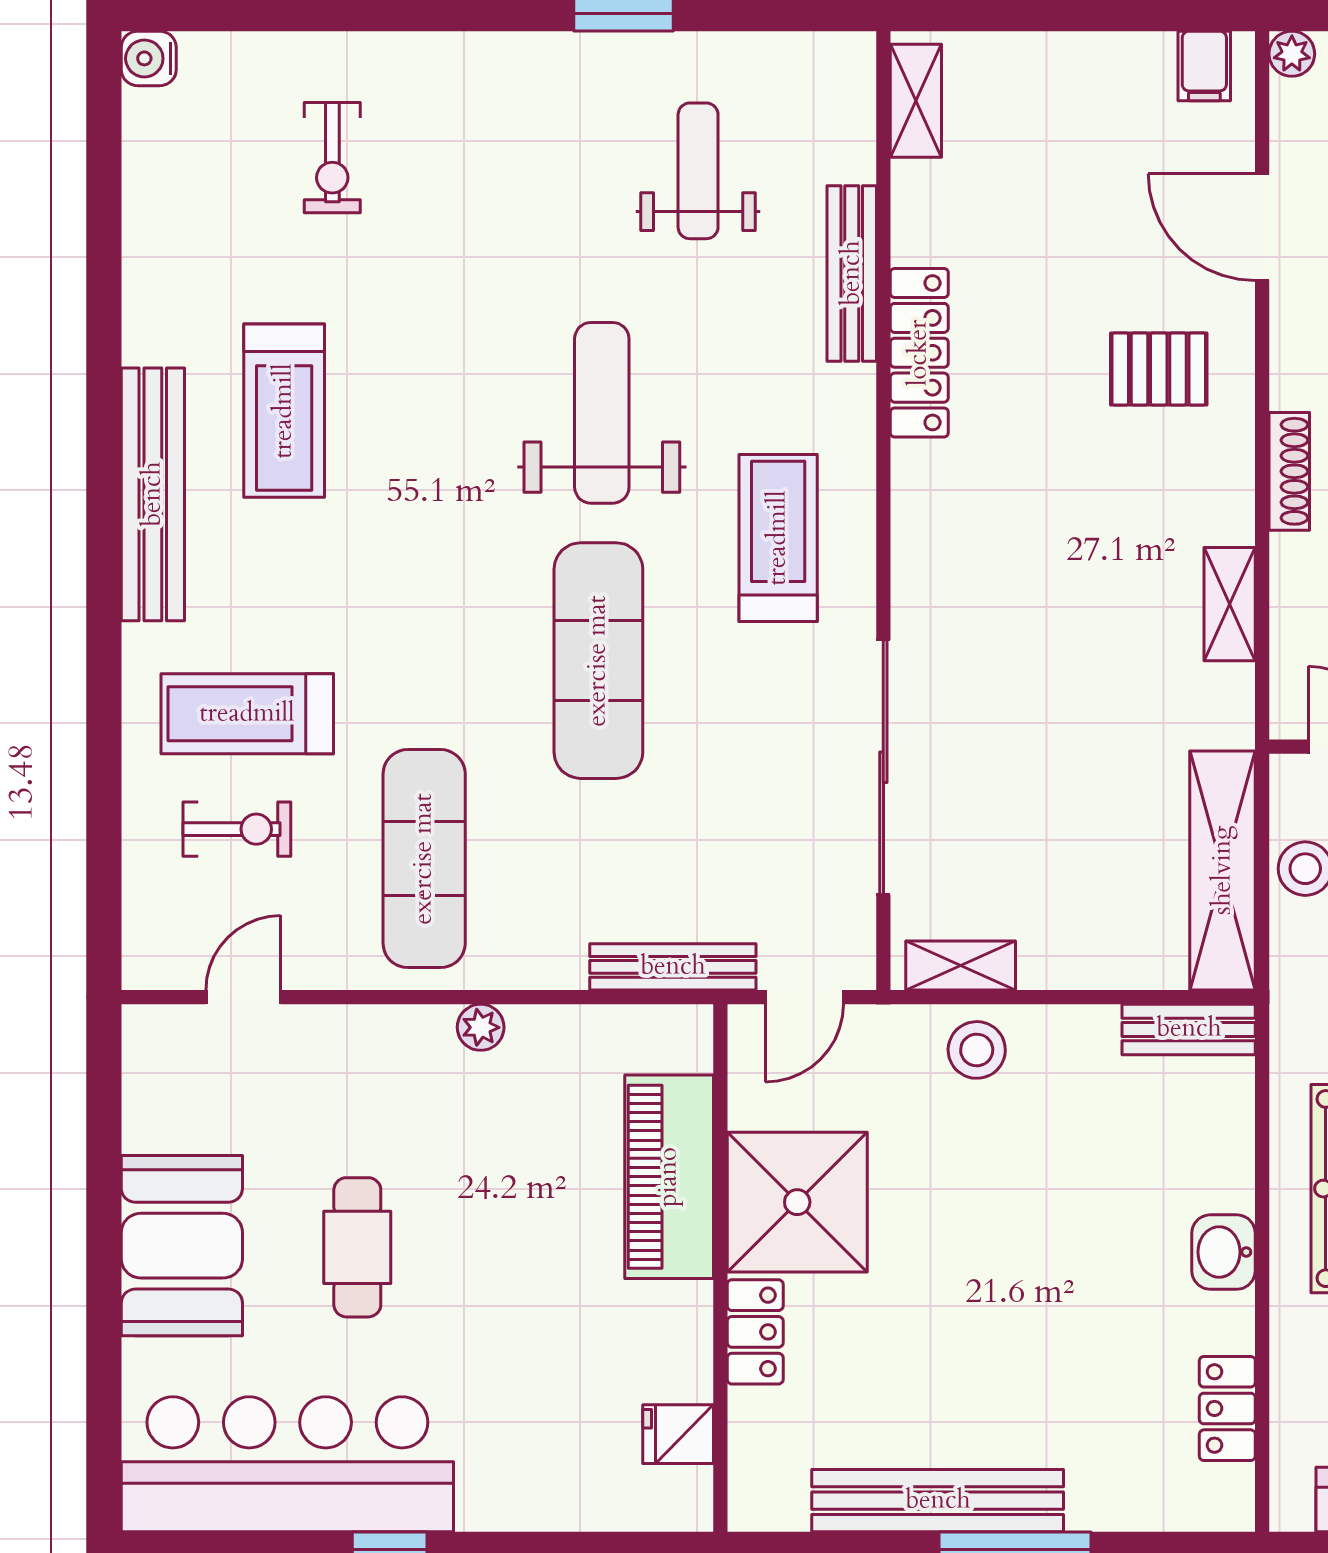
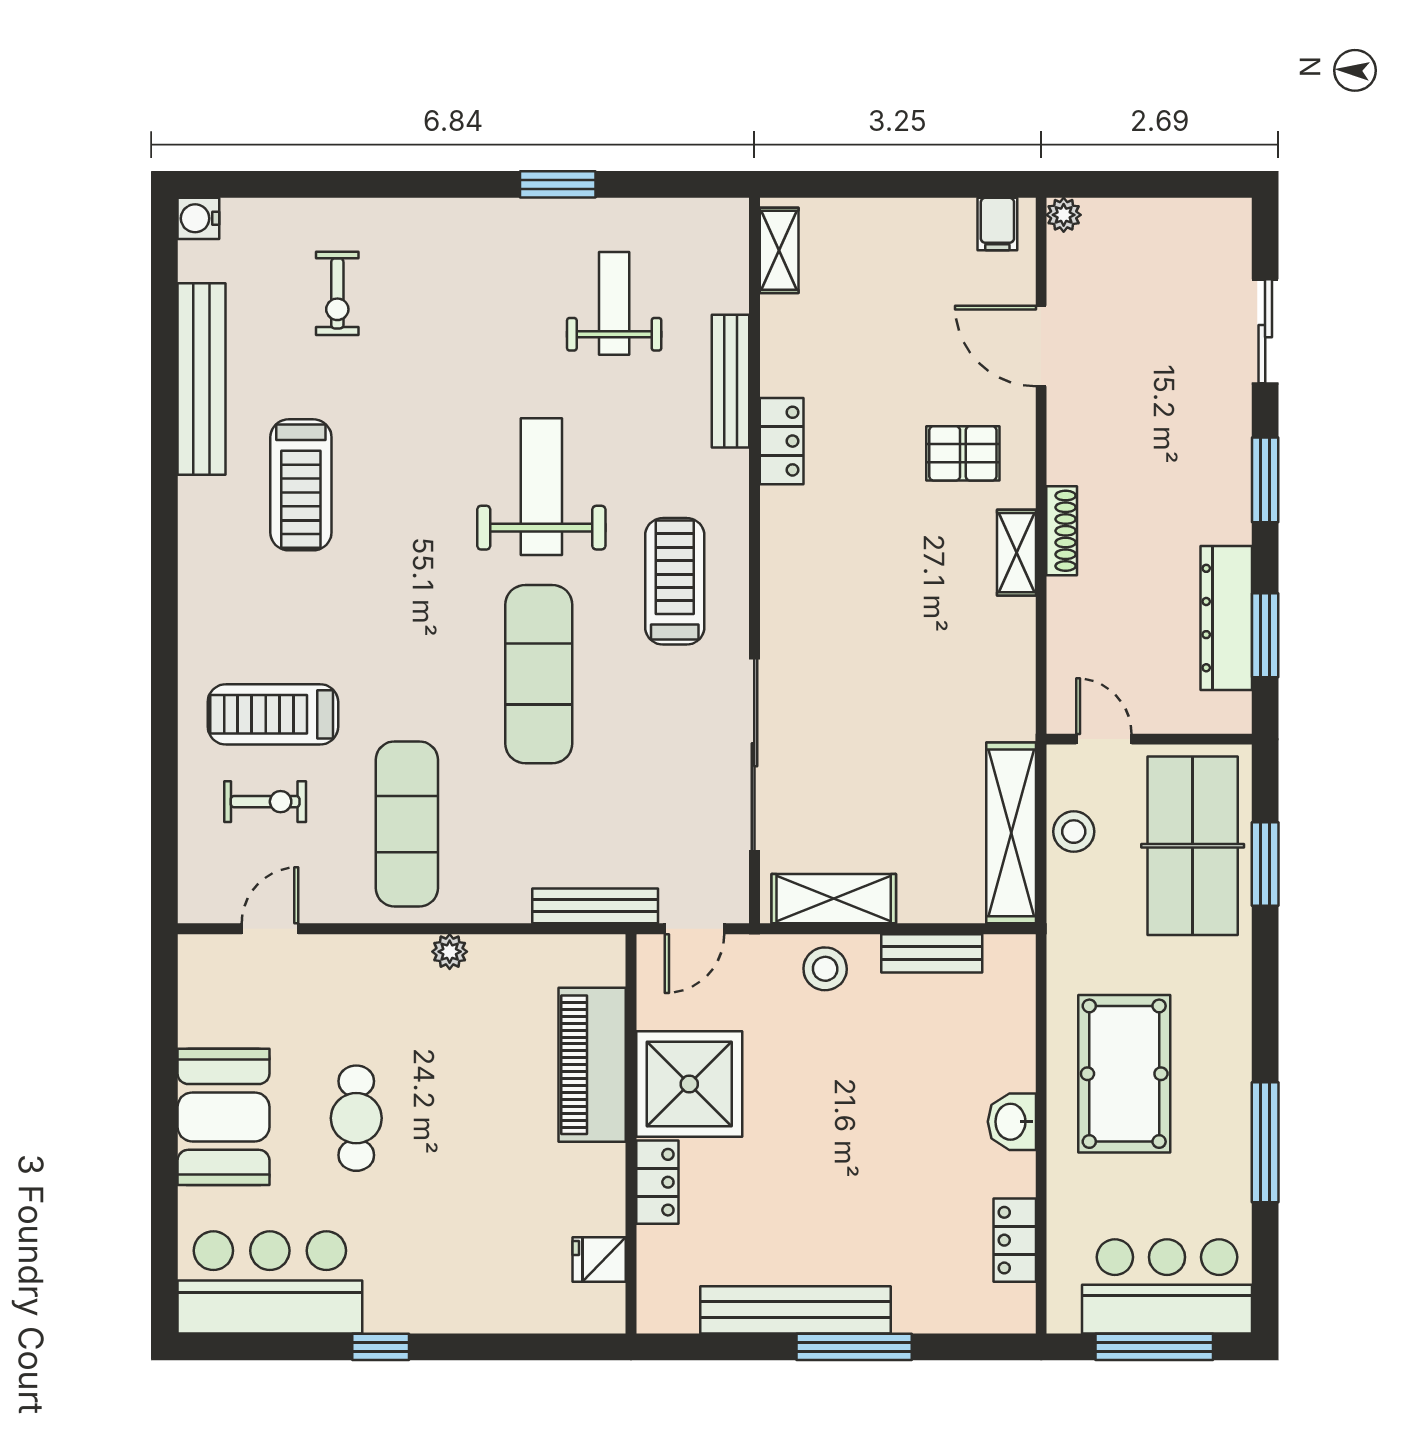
locker: (919, 353) -> (782, 441), width x0.66
bench: (153, 494) -> (202, 379), moved
shelving: (1230, 604) -> (1017, 553), moved
shelving: (961, 965) -> (834, 899), width x1.50, depth x1.33
bench: (1189, 1029) -> (932, 953), moved
bar counter: (287, 1464) -> (270, 1282), width x0.73

